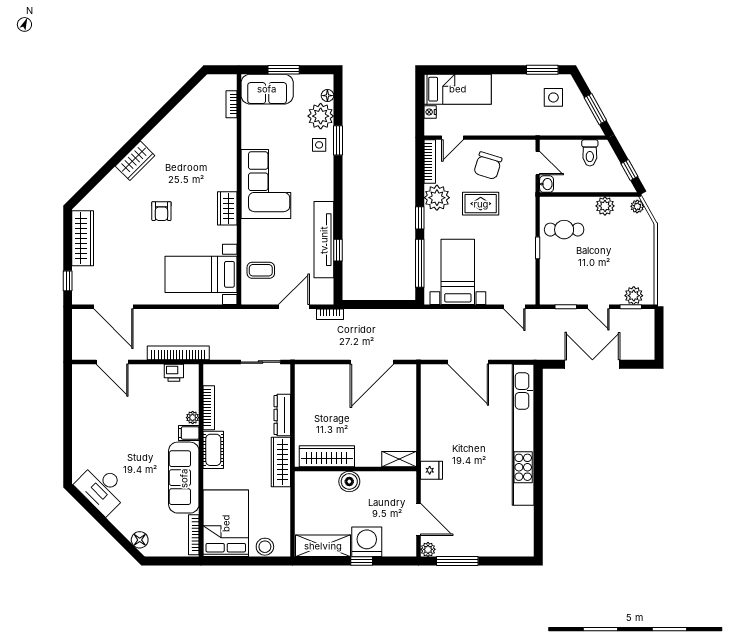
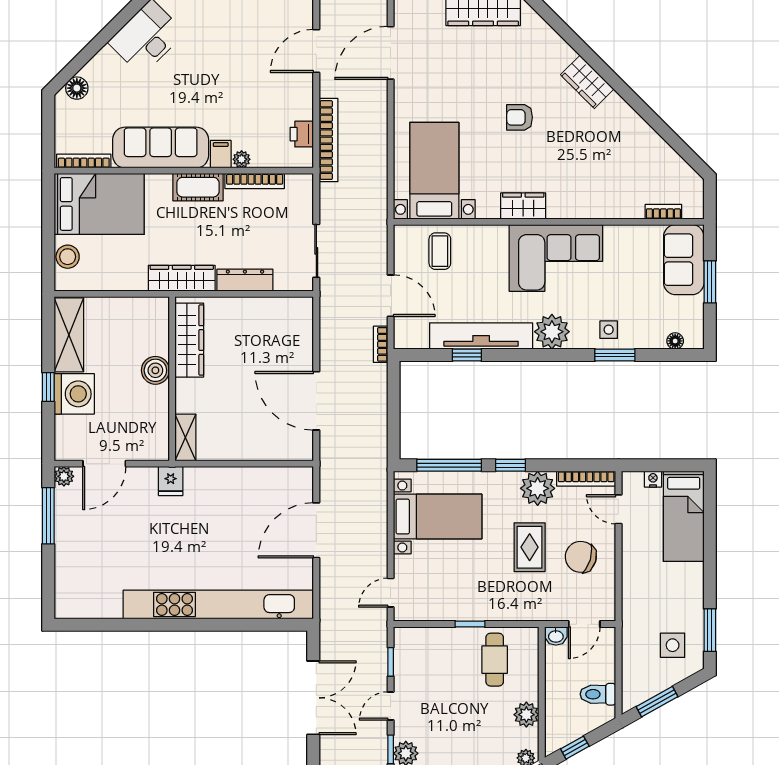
plant: (321, 116) -> (552, 332), moved

